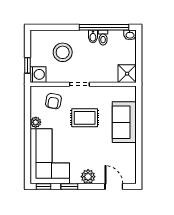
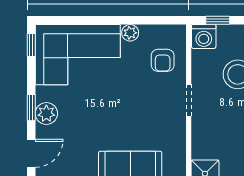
armchair: (53, 101) -> (163, 60), turned -100
rug: (85, 118) -> (137, 108), removed
window: (69, 186) -> (31, 108), moved

